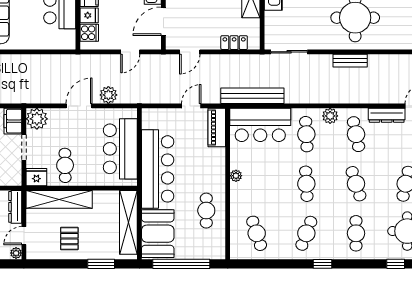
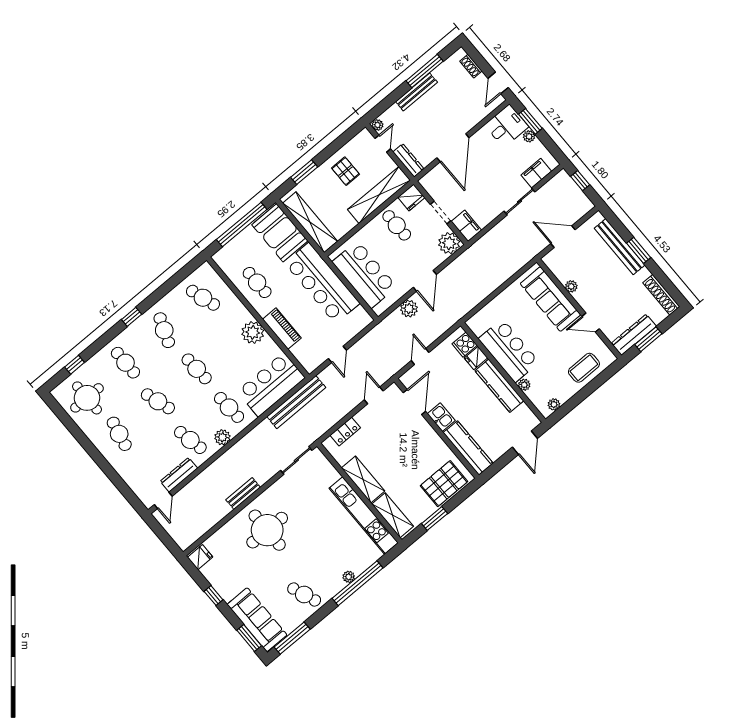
piano: (217, 128) -> (282, 329), moved
plant: (236, 176) -> (253, 332), width x1.87, depth x1.87

